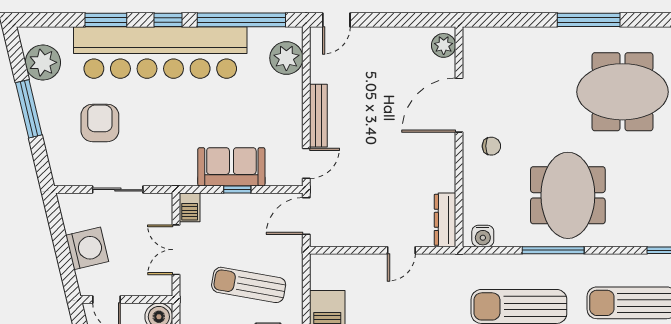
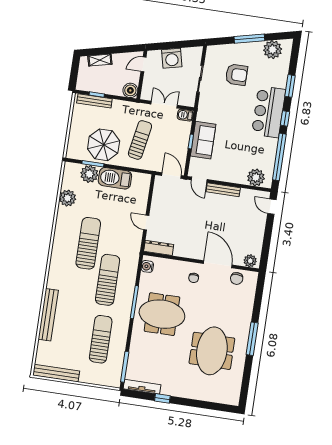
bar counter: (160, 53) -> (269, 112), width x0.54
chair: (481, 66) -> (237, 279), added

